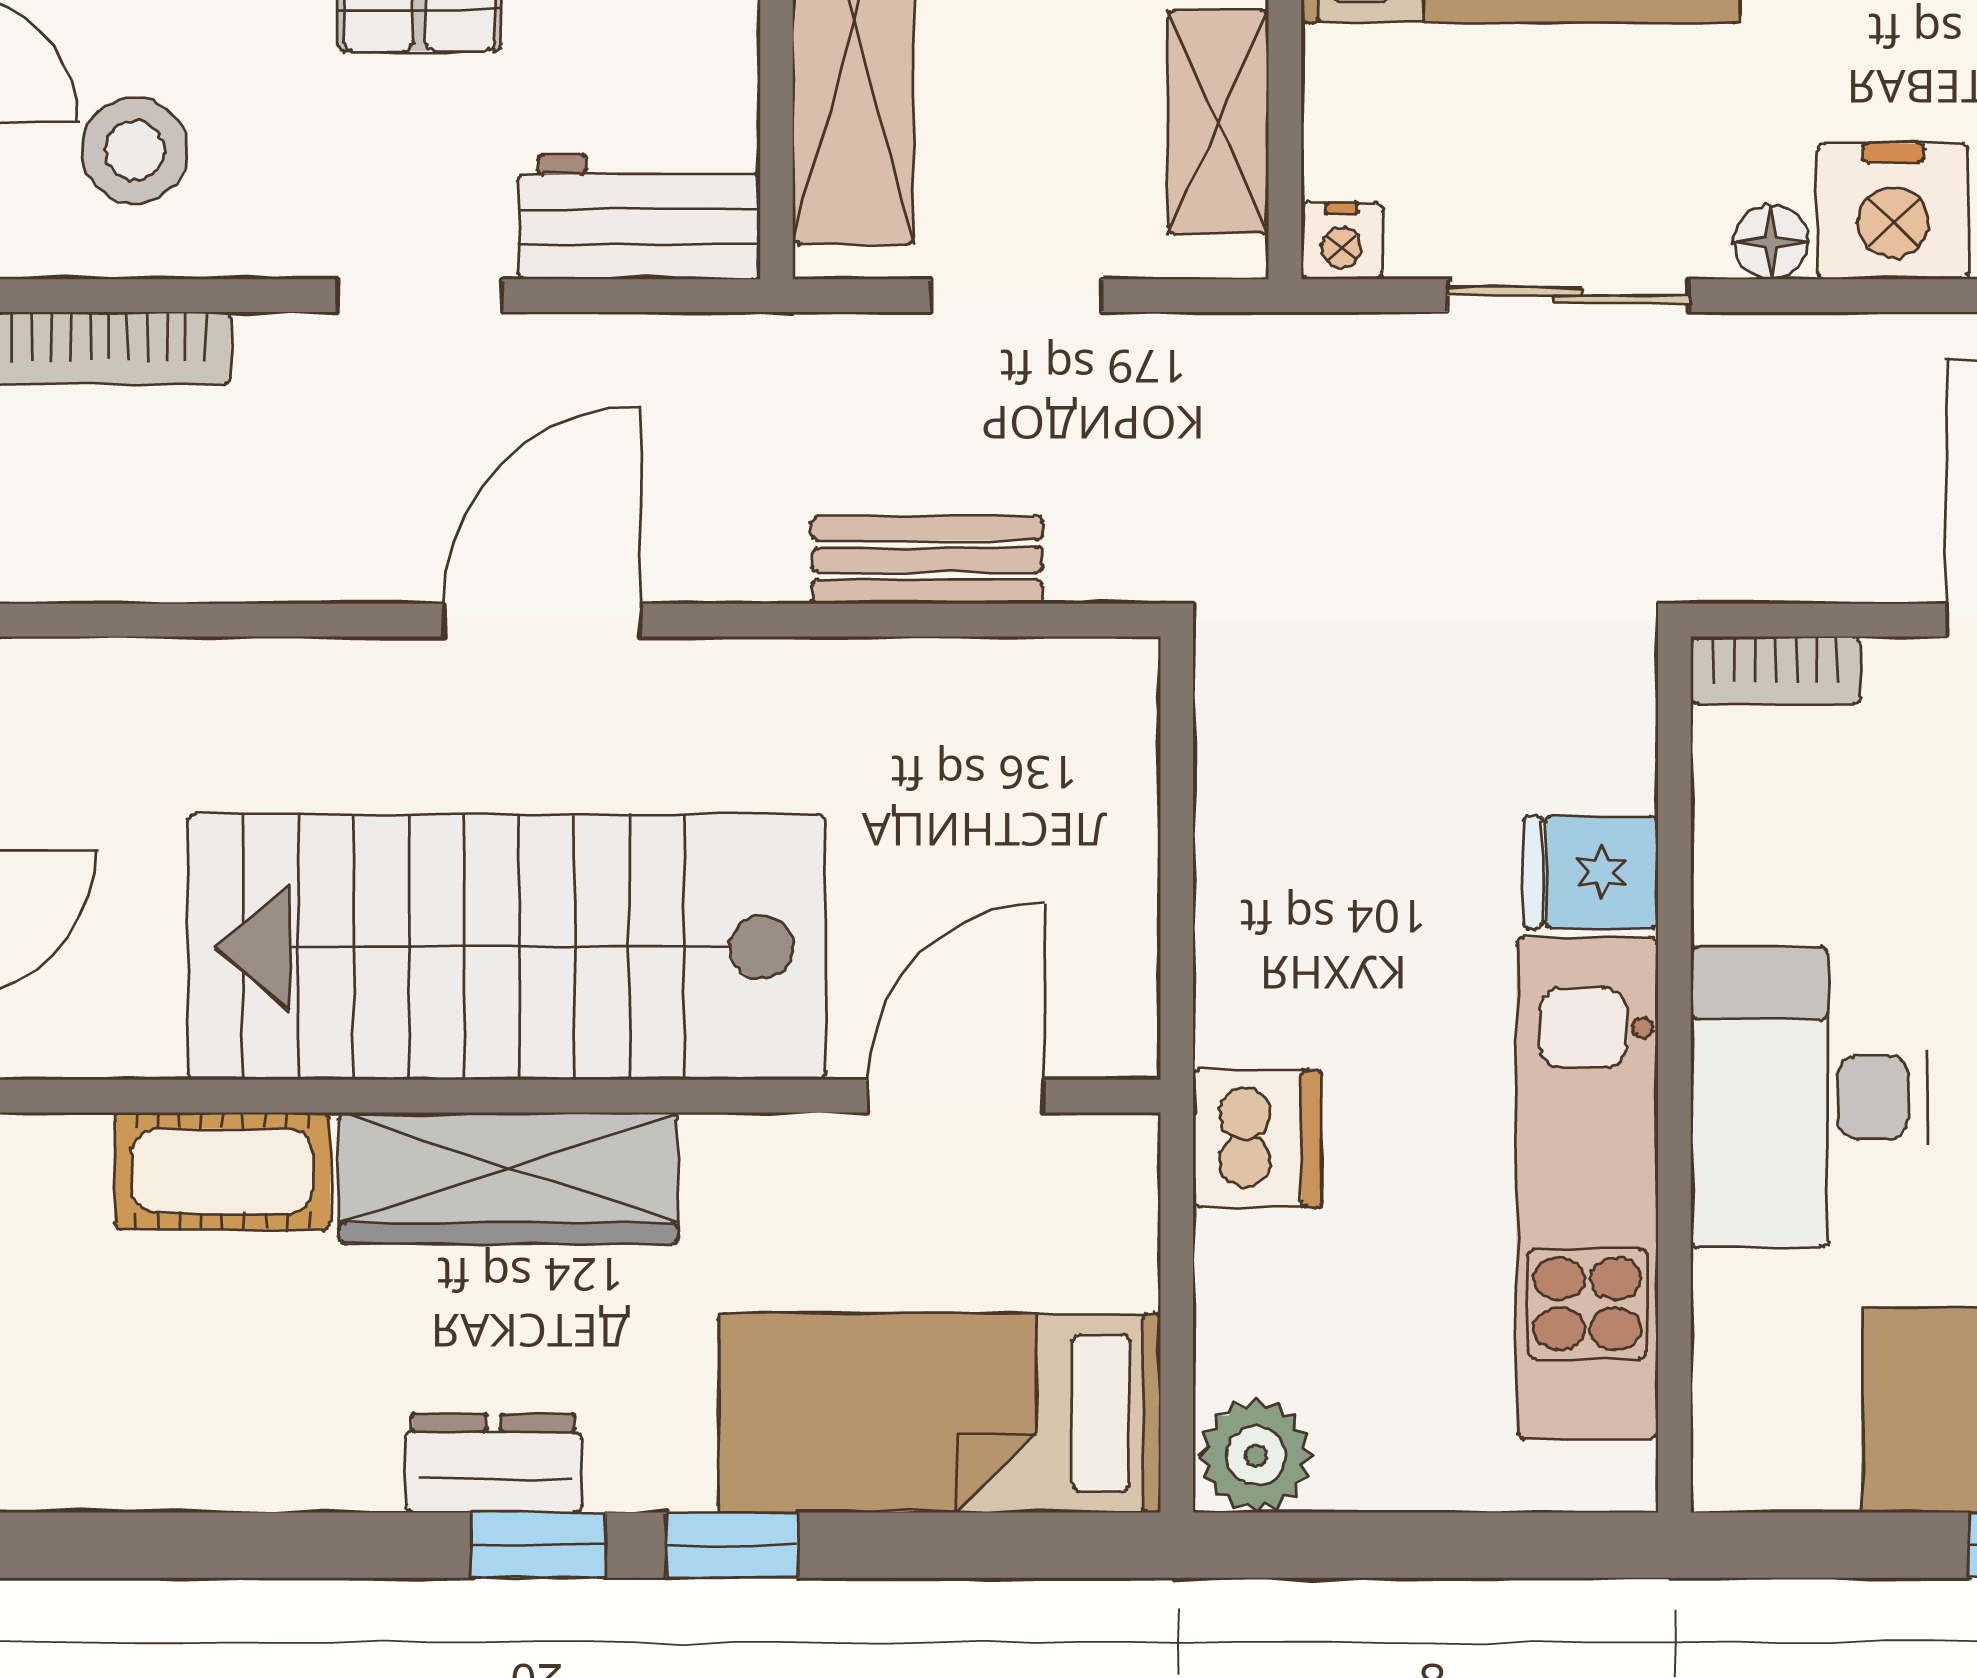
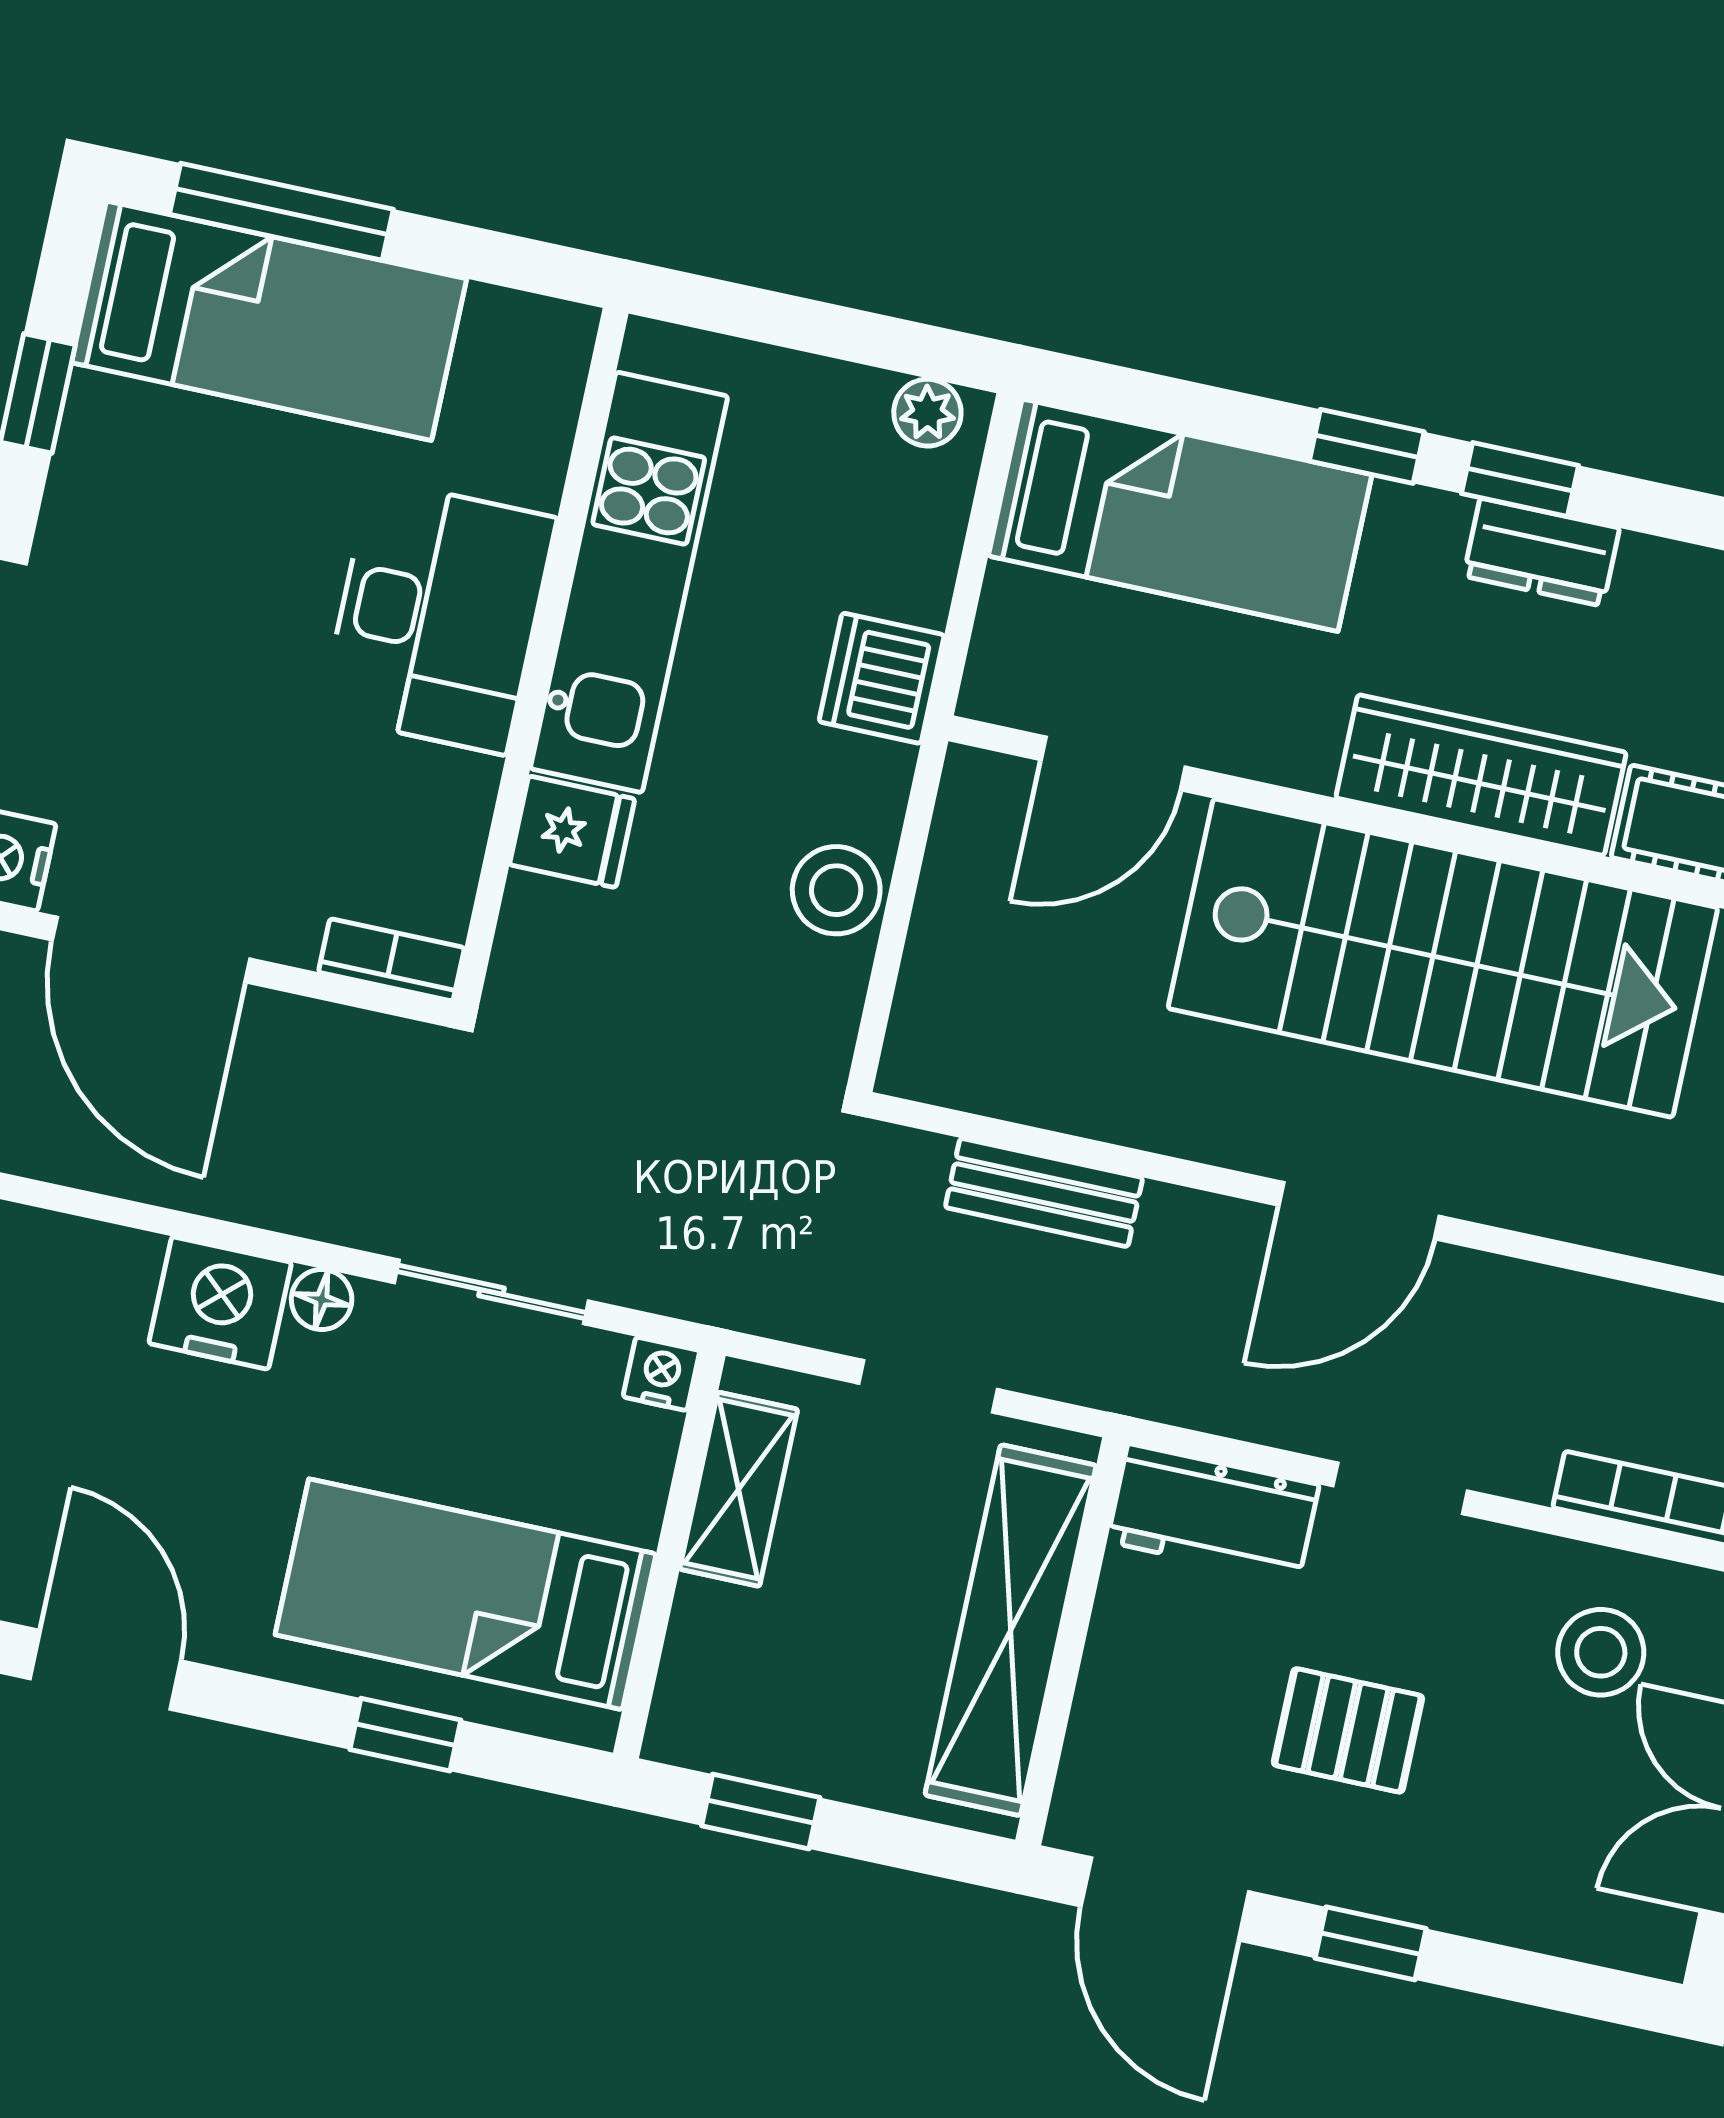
stool: (1257, 871) -> (836, 890), added
plant: (1256, 1456) -> (927, 413), width x0.73, depth x0.73

